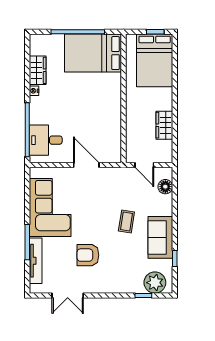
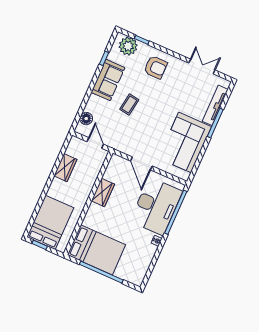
wardrobe: (38, 70) -> (103, 192), moved, turned 180
desk: (46, 140) -> (156, 206), width x1.87, depth x1.30
armchair: (88, 255) -> (156, 67), moved

